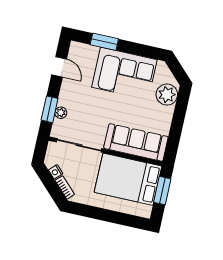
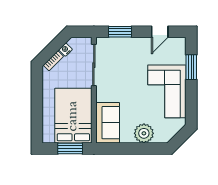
plant: (167, 95) -> (144, 133), moved
plant: (61, 113) -> (119, 42), removed
sofa: (136, 142) -> (108, 123), width x0.73

